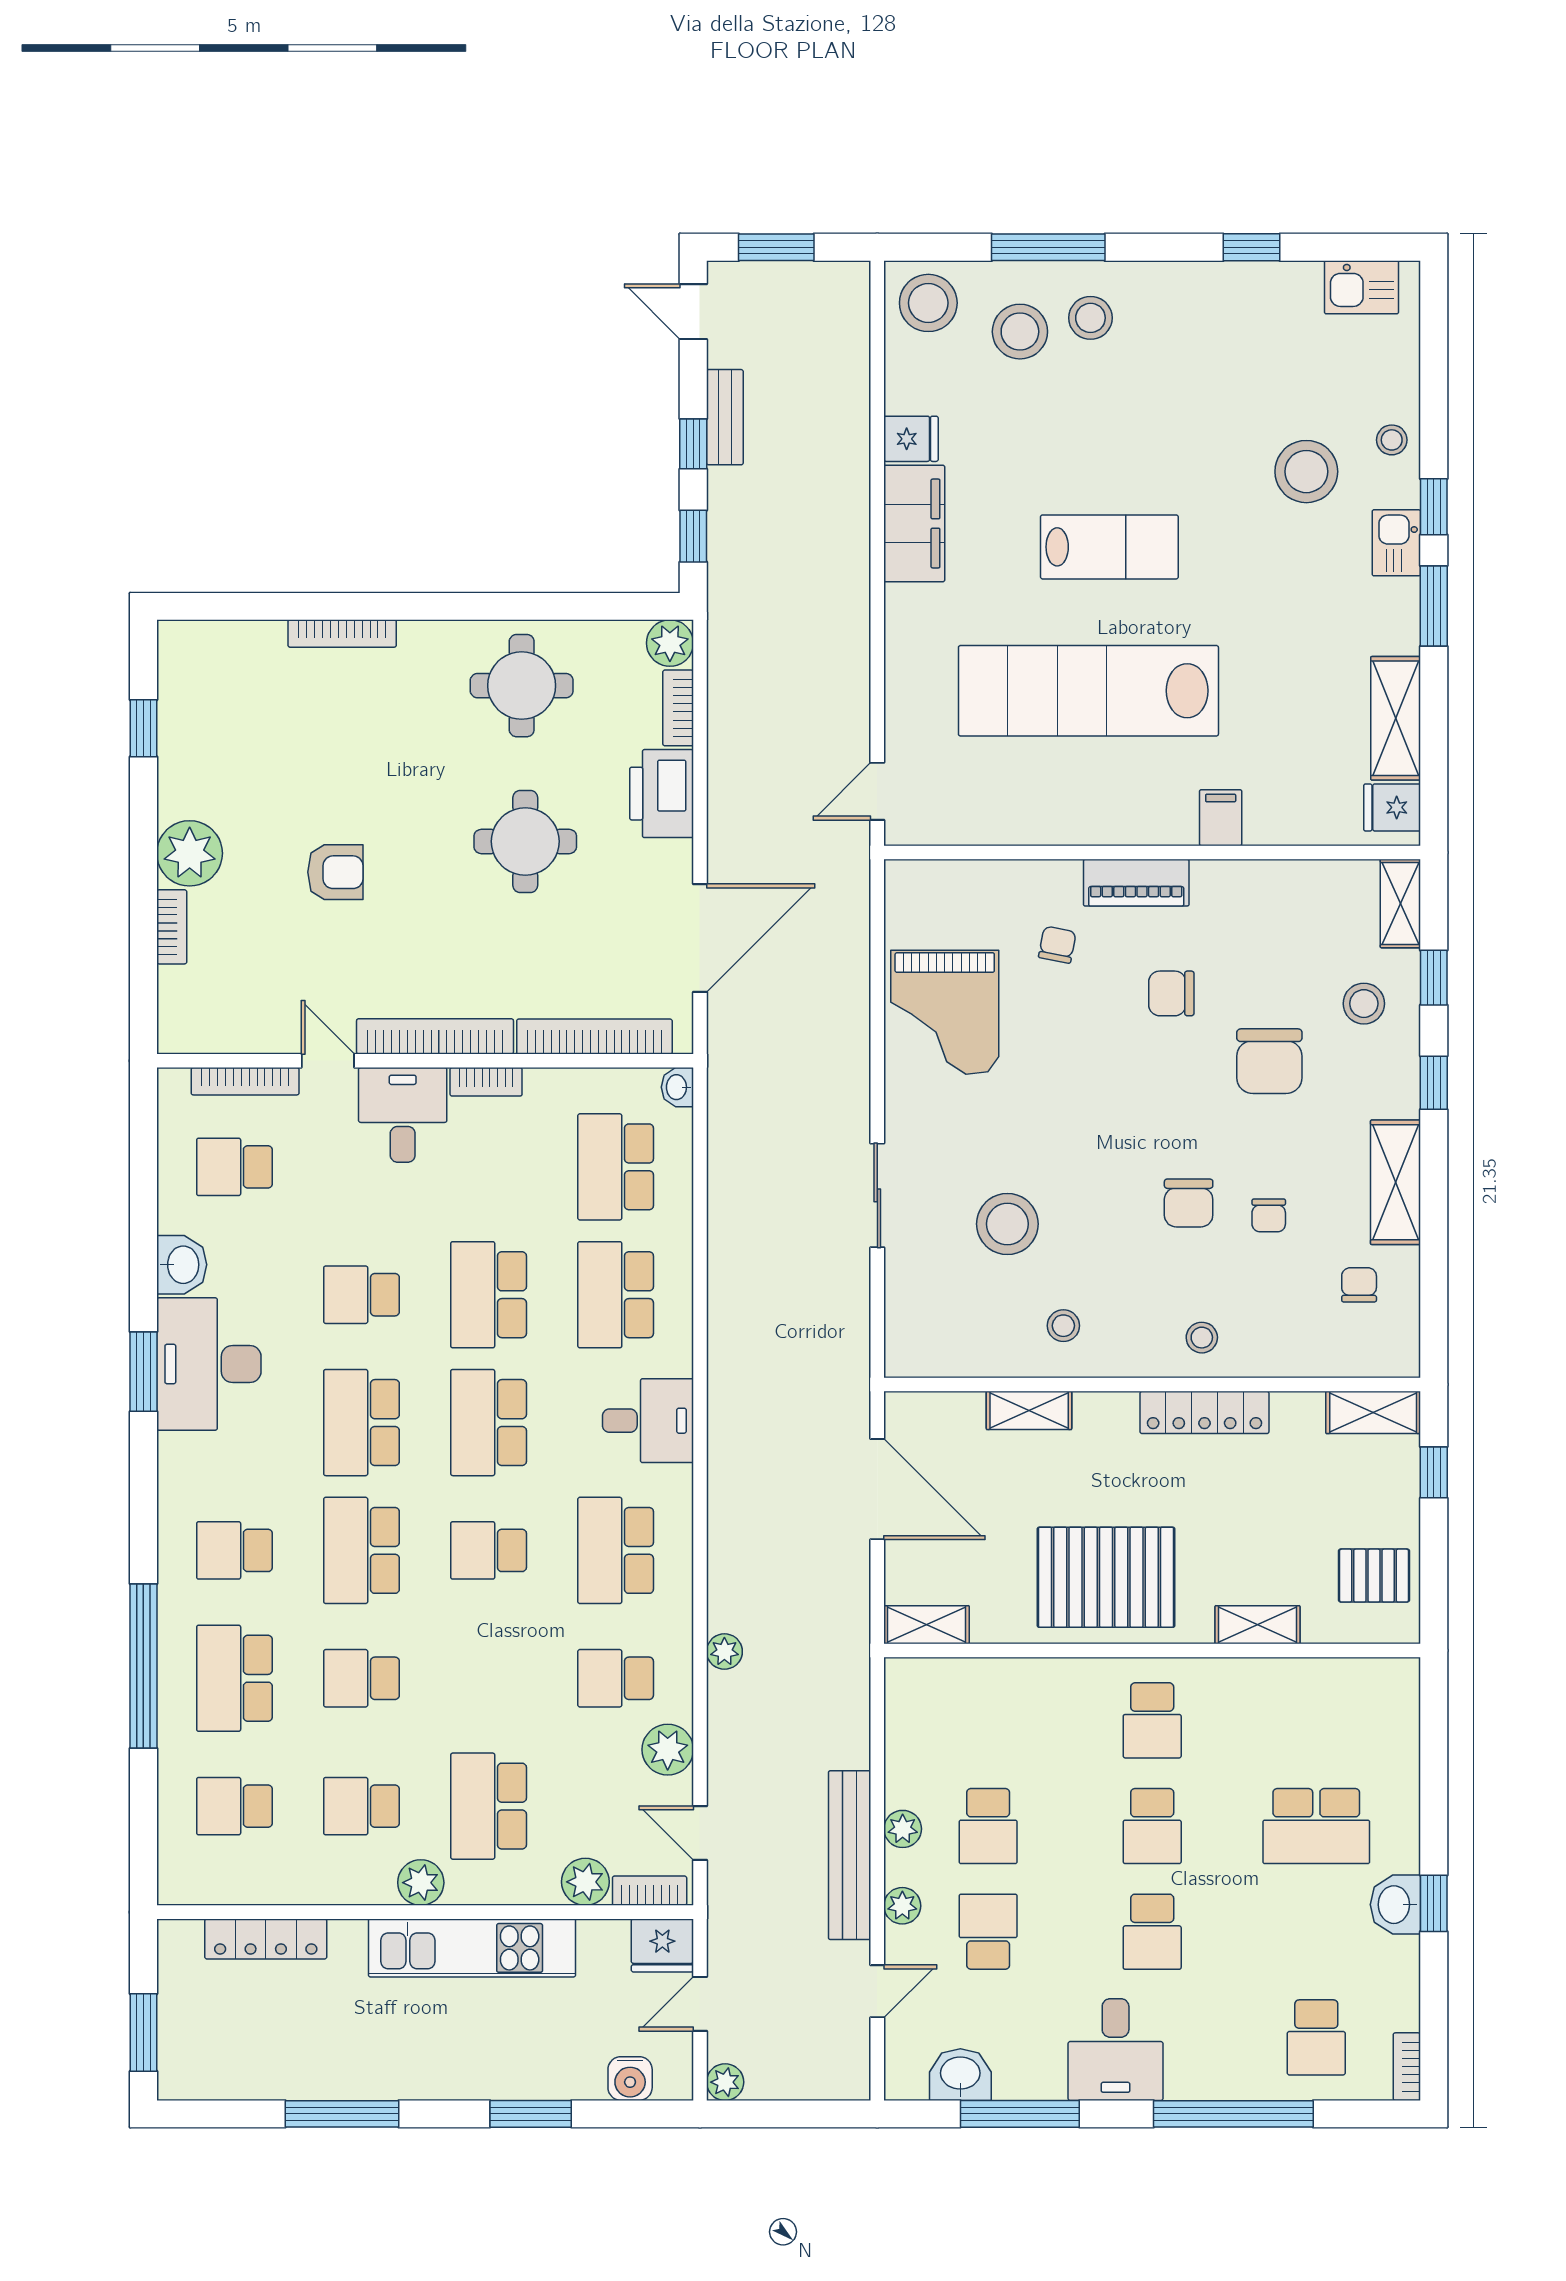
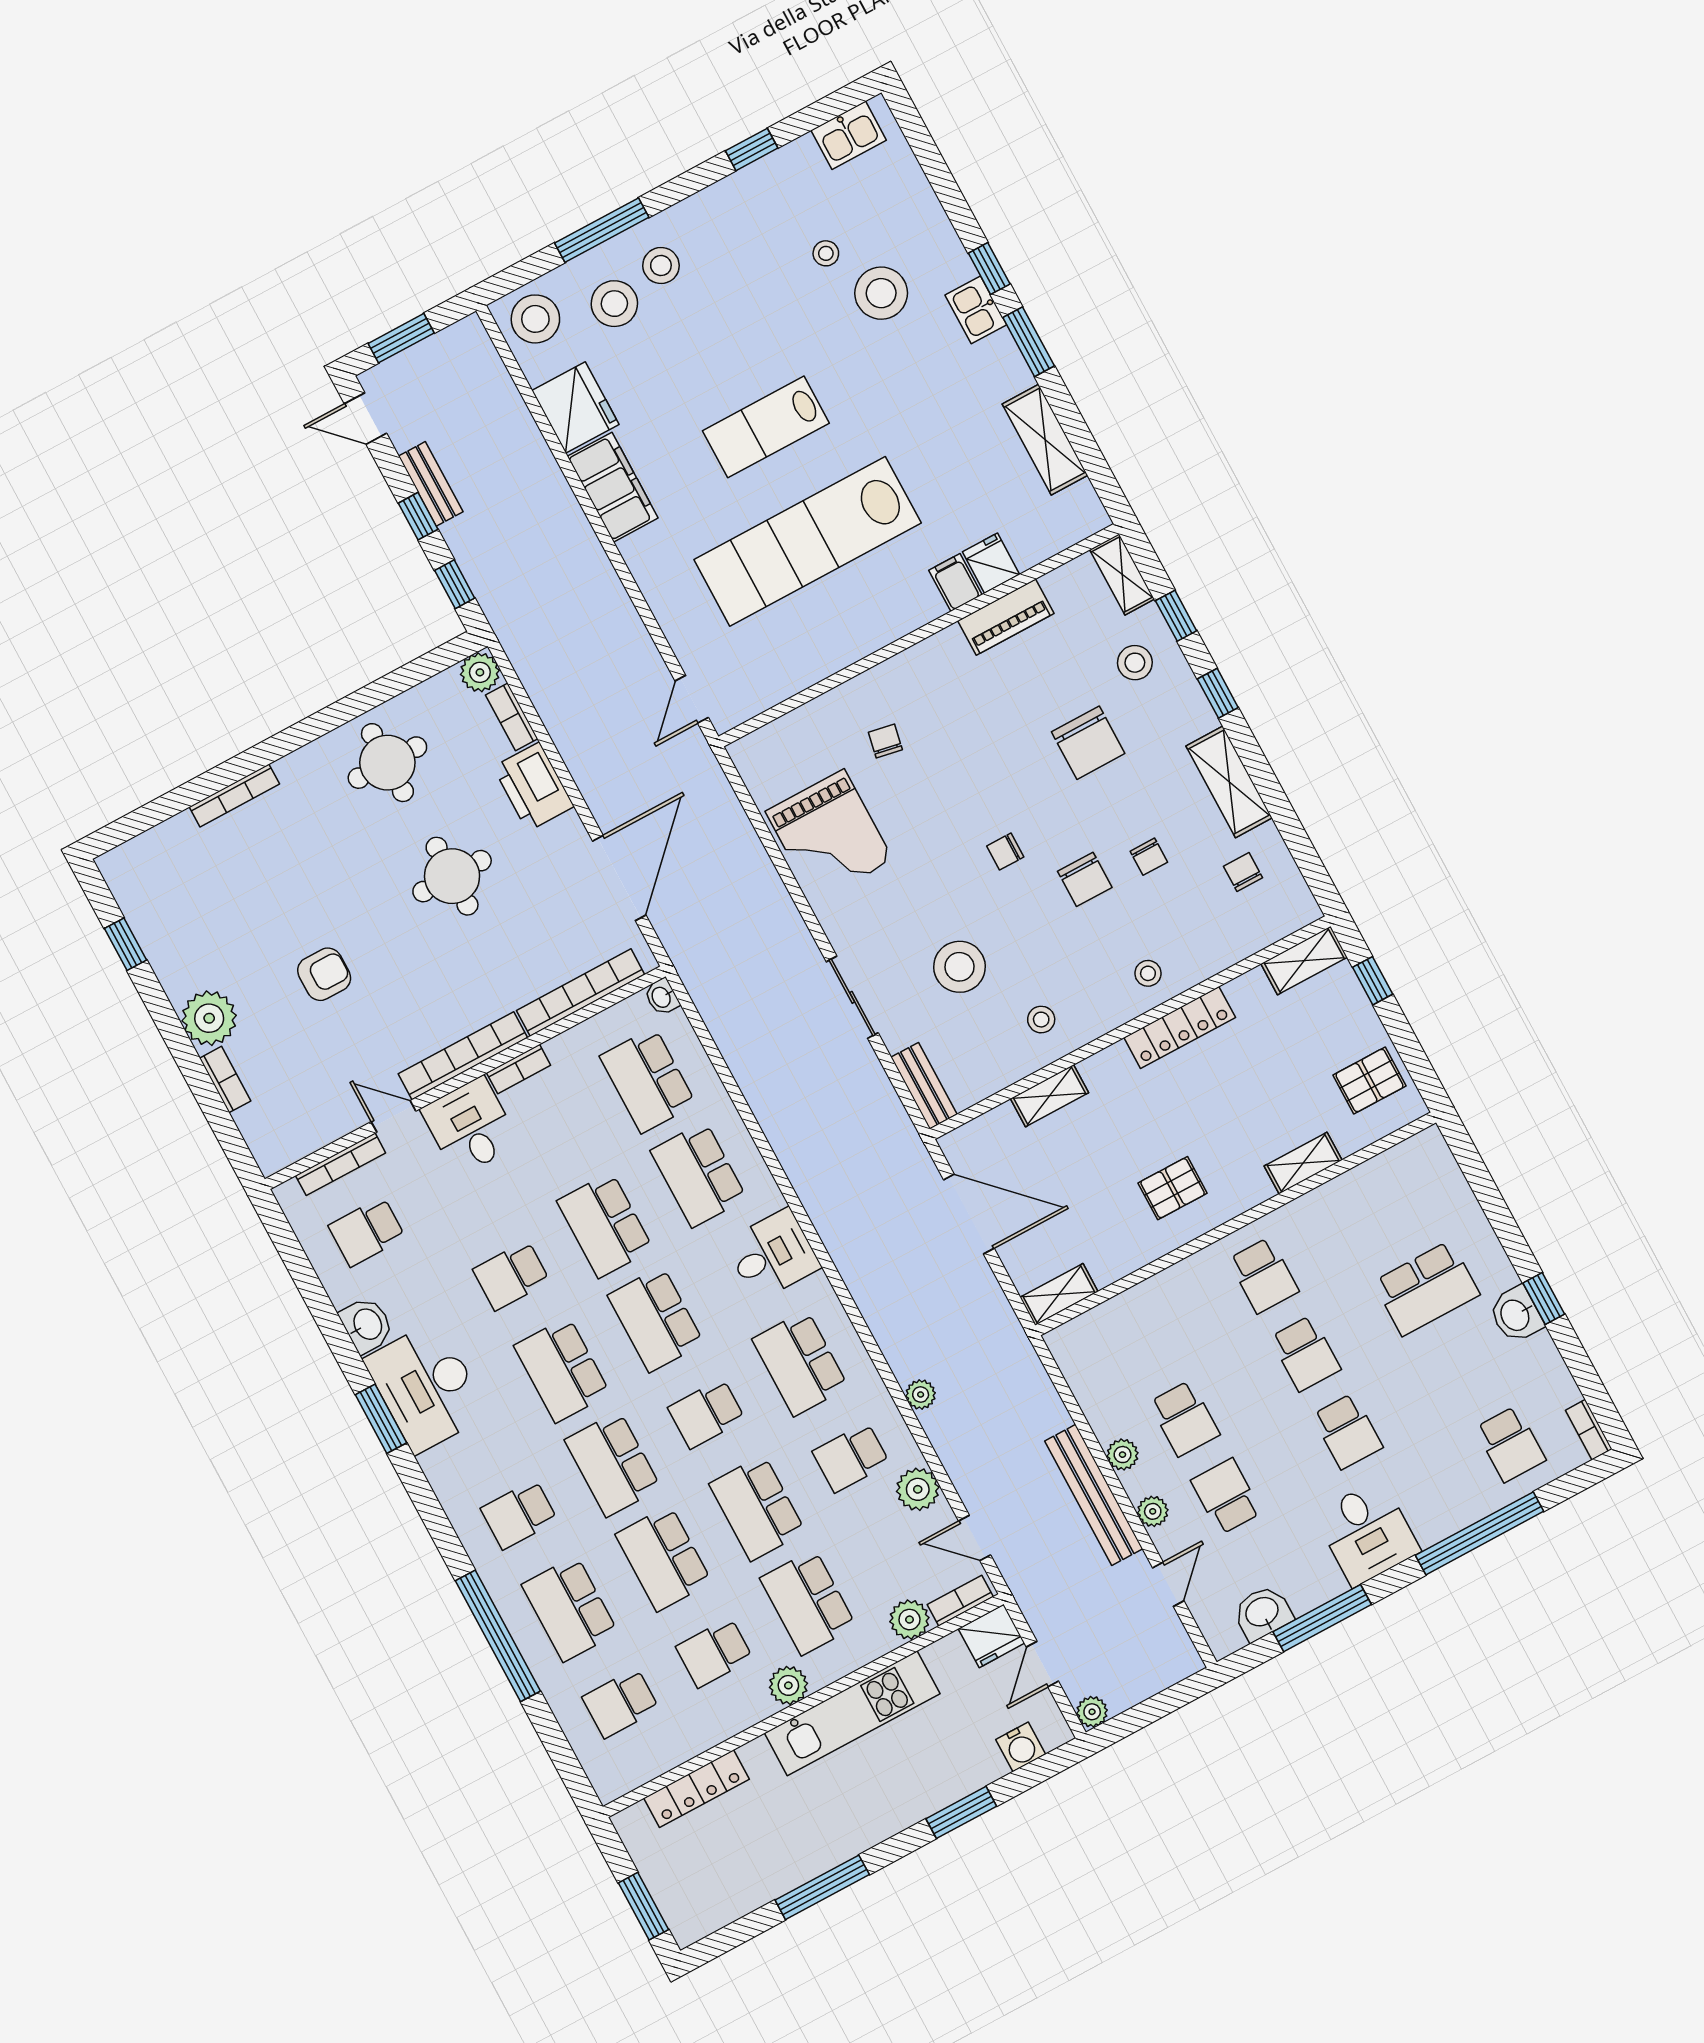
fridge: (911, 439) -> (575, 408), width x1.88, depth x1.34
stool: (1392, 440) -> (826, 253), moved
lab bench: (1109, 547) -> (766, 427), turned 180
fridge: (1392, 807) -> (991, 563), moved, turned 90
piano: (1136, 883) -> (1006, 617), moved
chair: (1171, 993) -> (1005, 852), moved, width x0.73, depth x0.73
bench: (903, 1329) -> (924, 1086), added
pallet: (1106, 1577) -> (1173, 1188), width x0.49, depth x0.50
school desk: (362, 1678) -> (664, 1558), width x1.85
school desk: (489, 1678) -> (757, 1508), added

